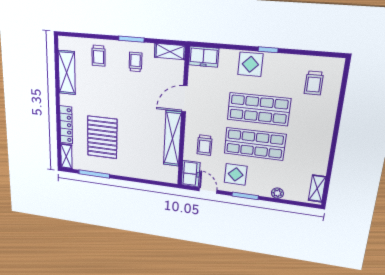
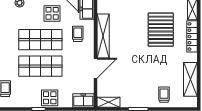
trolley: (135, 62) -> (134, 92), removed

